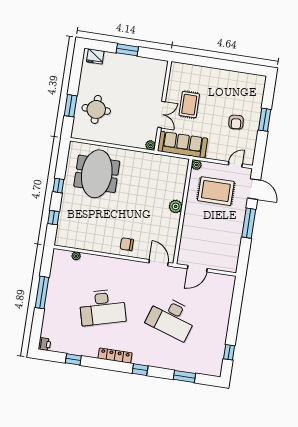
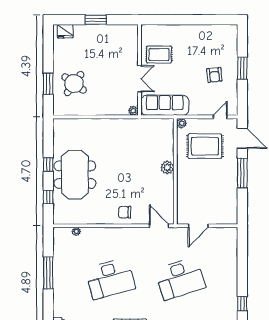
rug: (189, 105) -> (159, 55), moved, turned 90
round table: (96, 109) -> (74, 84), turned 36
meeting table: (97, 174) -> (75, 175), moved
desk: (172, 318) -> (180, 278), turned -36

